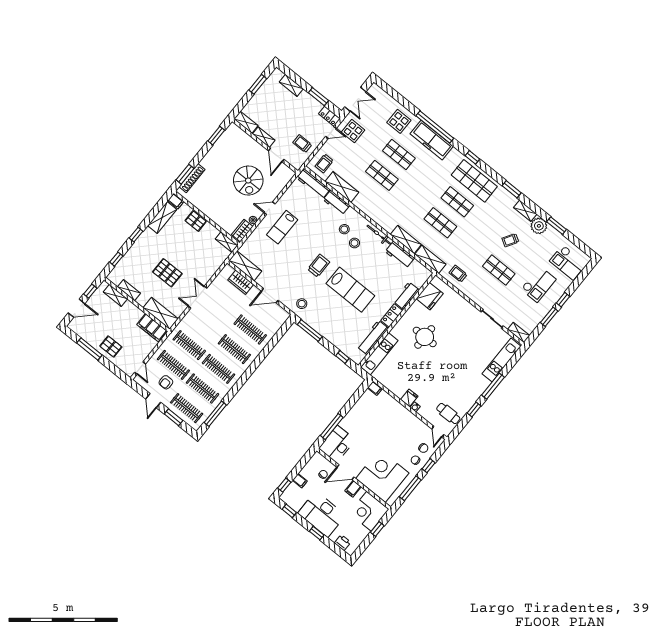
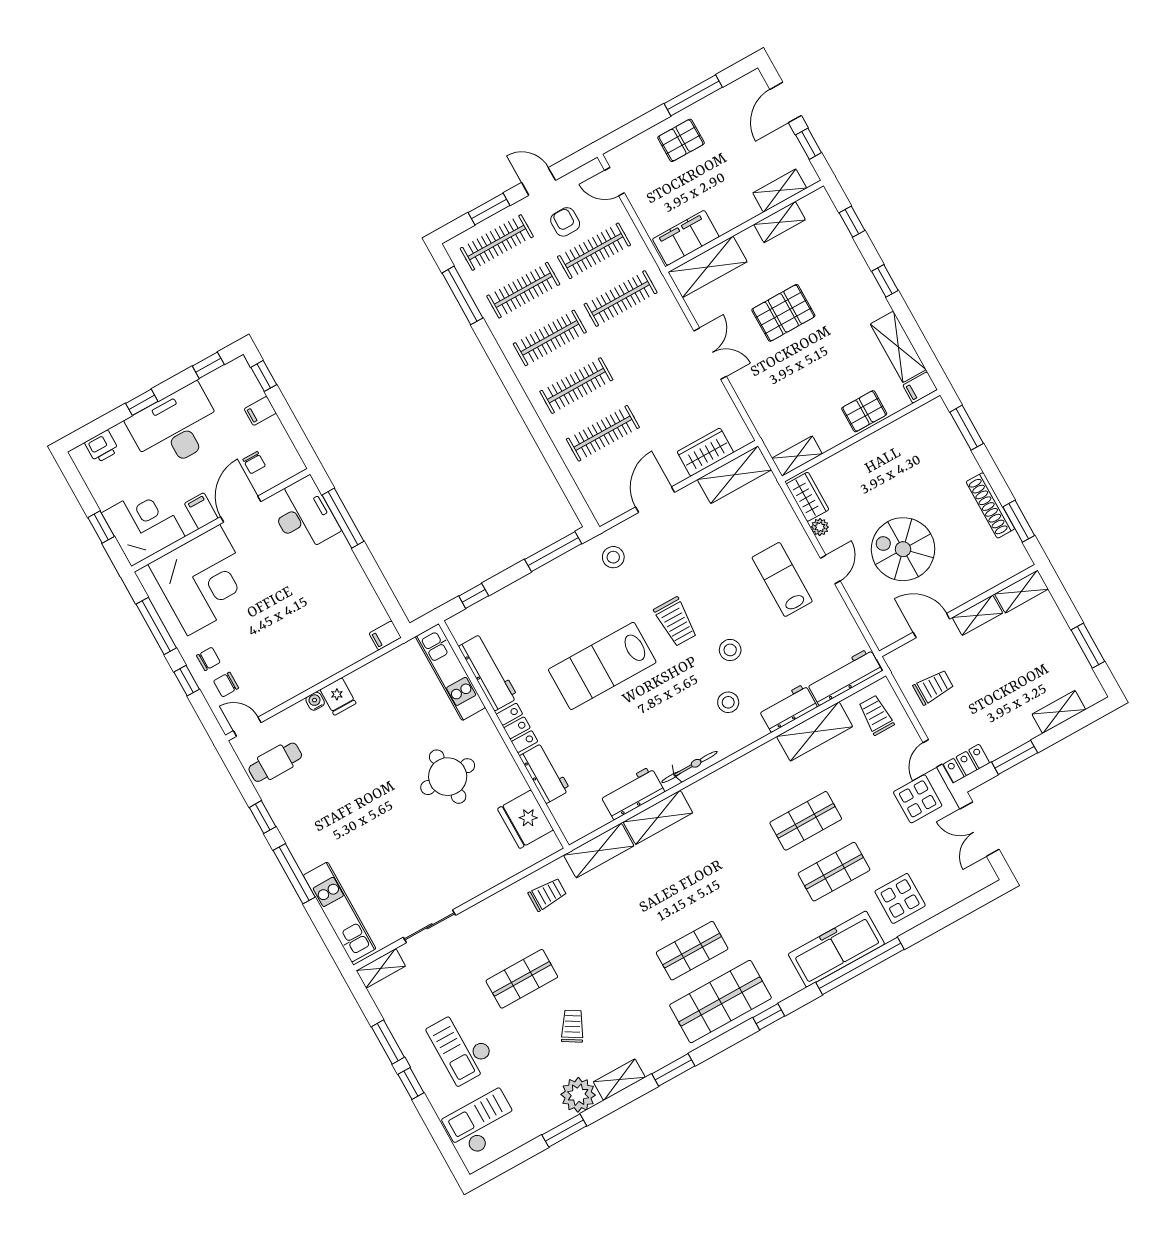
shoe rack: (192, 178) -> (990, 505), moved
shop shelf: (440, 223) -> (664, 900), removed
stool: (354, 243) -> (730, 650), moved

